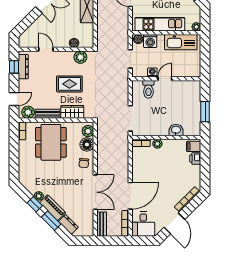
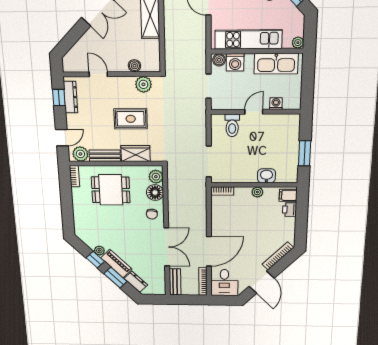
washing machine: (152, 72) -> (276, 104), moved
dining table: (51, 142) -> (111, 190), width x0.73
plant: (157, 144) -> (257, 192), moved

